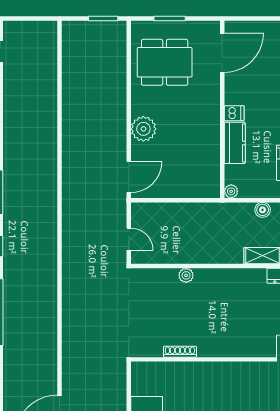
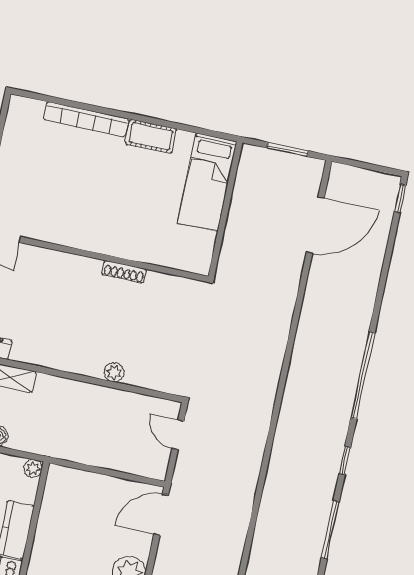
shoe rack: (180, 352) -> (124, 272), moved

